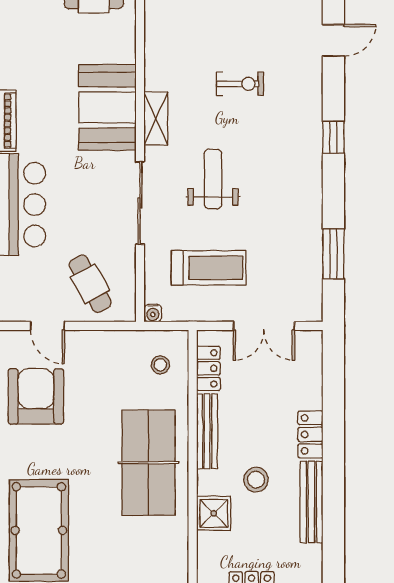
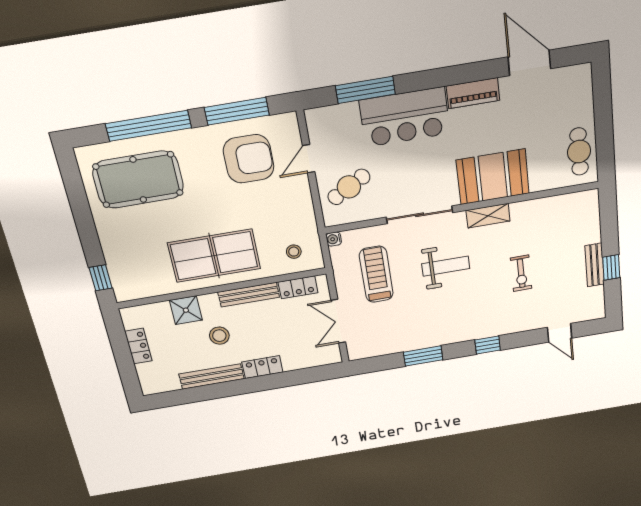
window: (333, 254) -> (423, 356), moved
treadmill: (209, 268) -> (376, 274), turned 180

